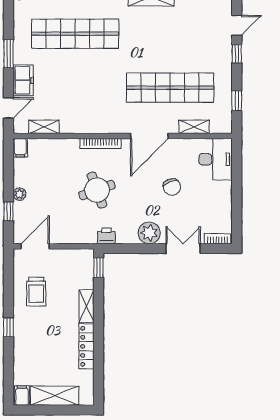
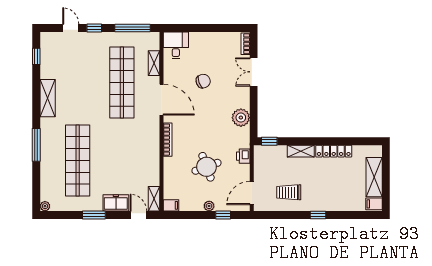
window: (237, 101) -> (133, 28), width x2.17
shelving: (44, 127) -> (154, 199), moved
desk: (216, 159) -> (176, 45), width x0.73
round table: (97, 190) -> (206, 167), moved
plant: (149, 233) -> (241, 118), moved
printer: (106, 236) -> (243, 156), moved
door: (35, 246) -> (252, 193), hinge flipped
trolley: (36, 292) -> (289, 192), turned 180

